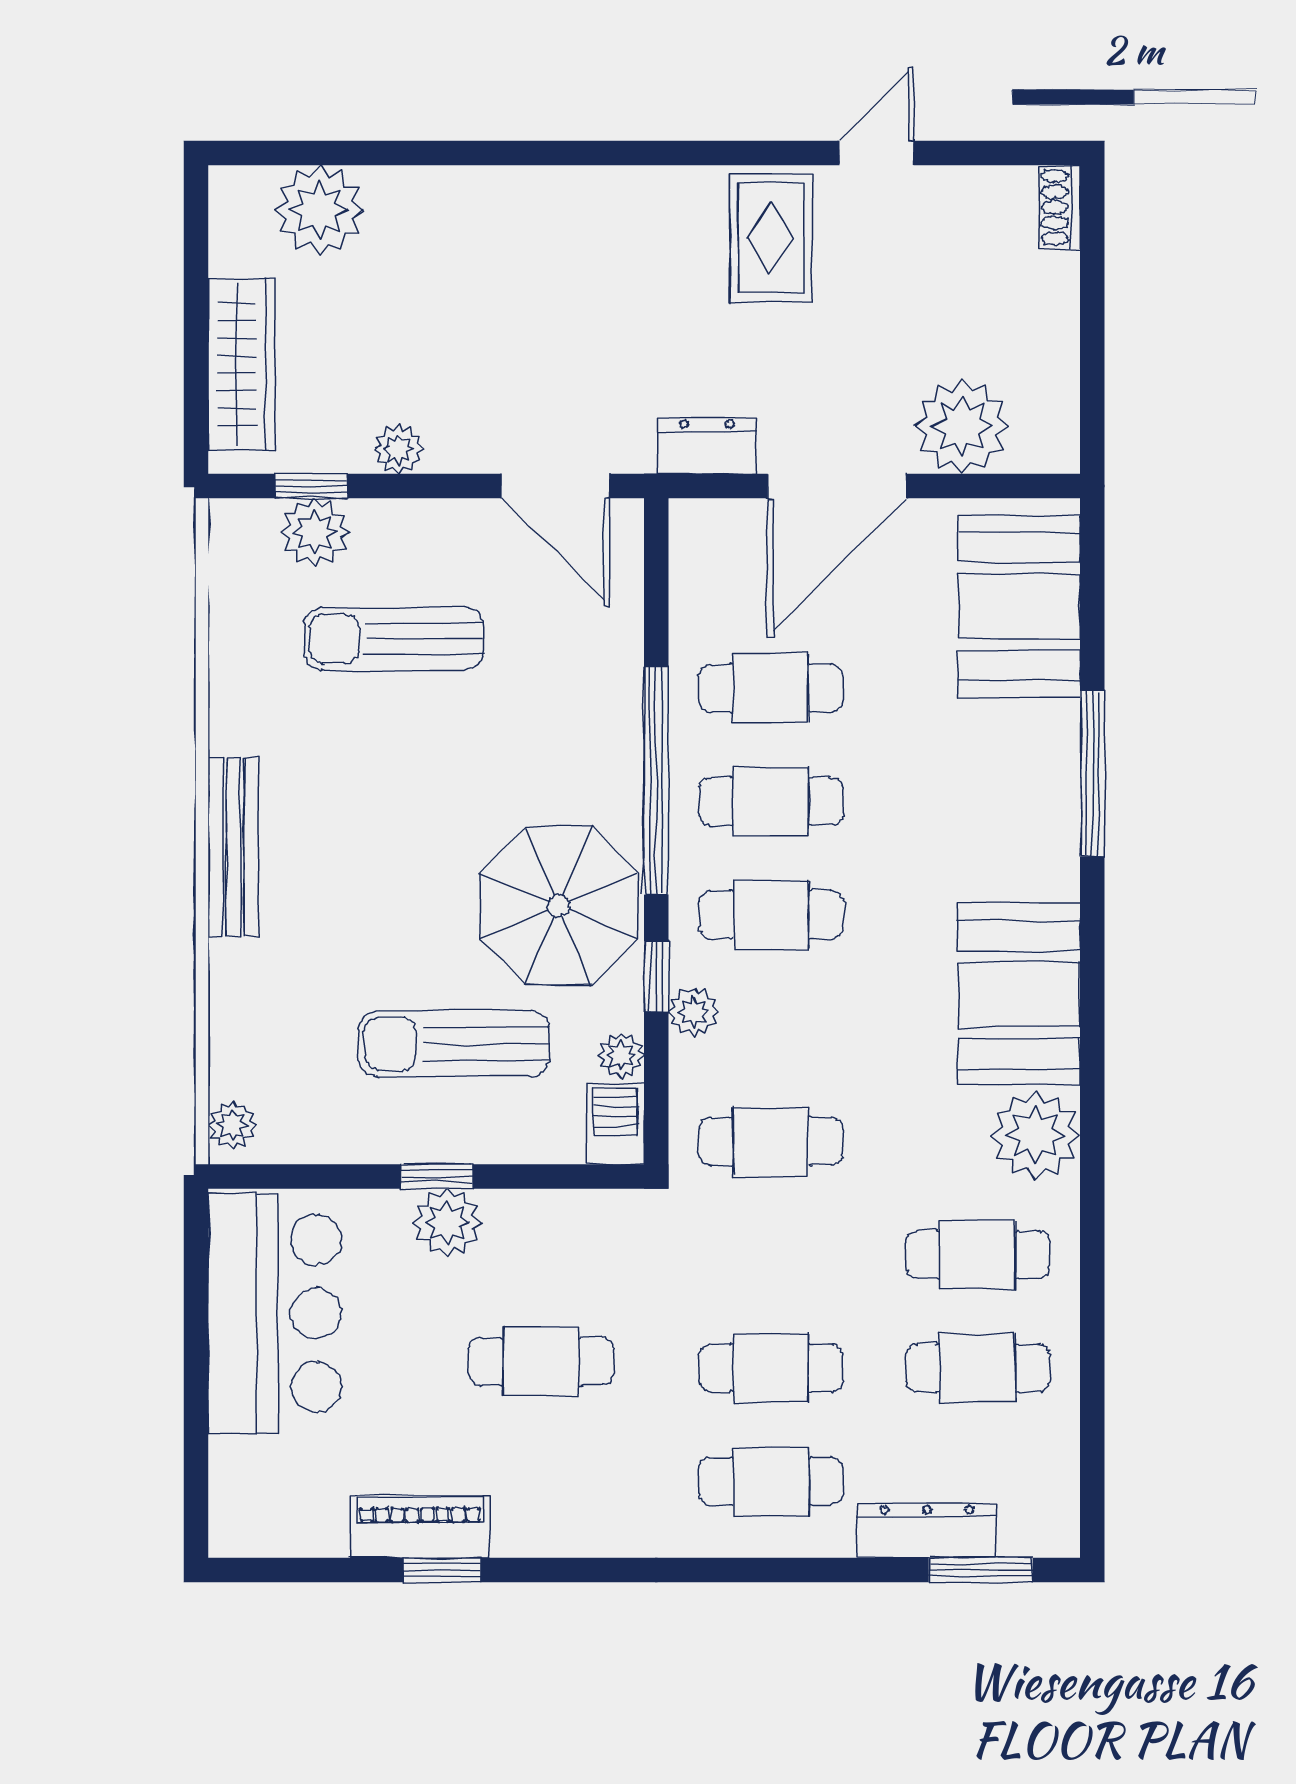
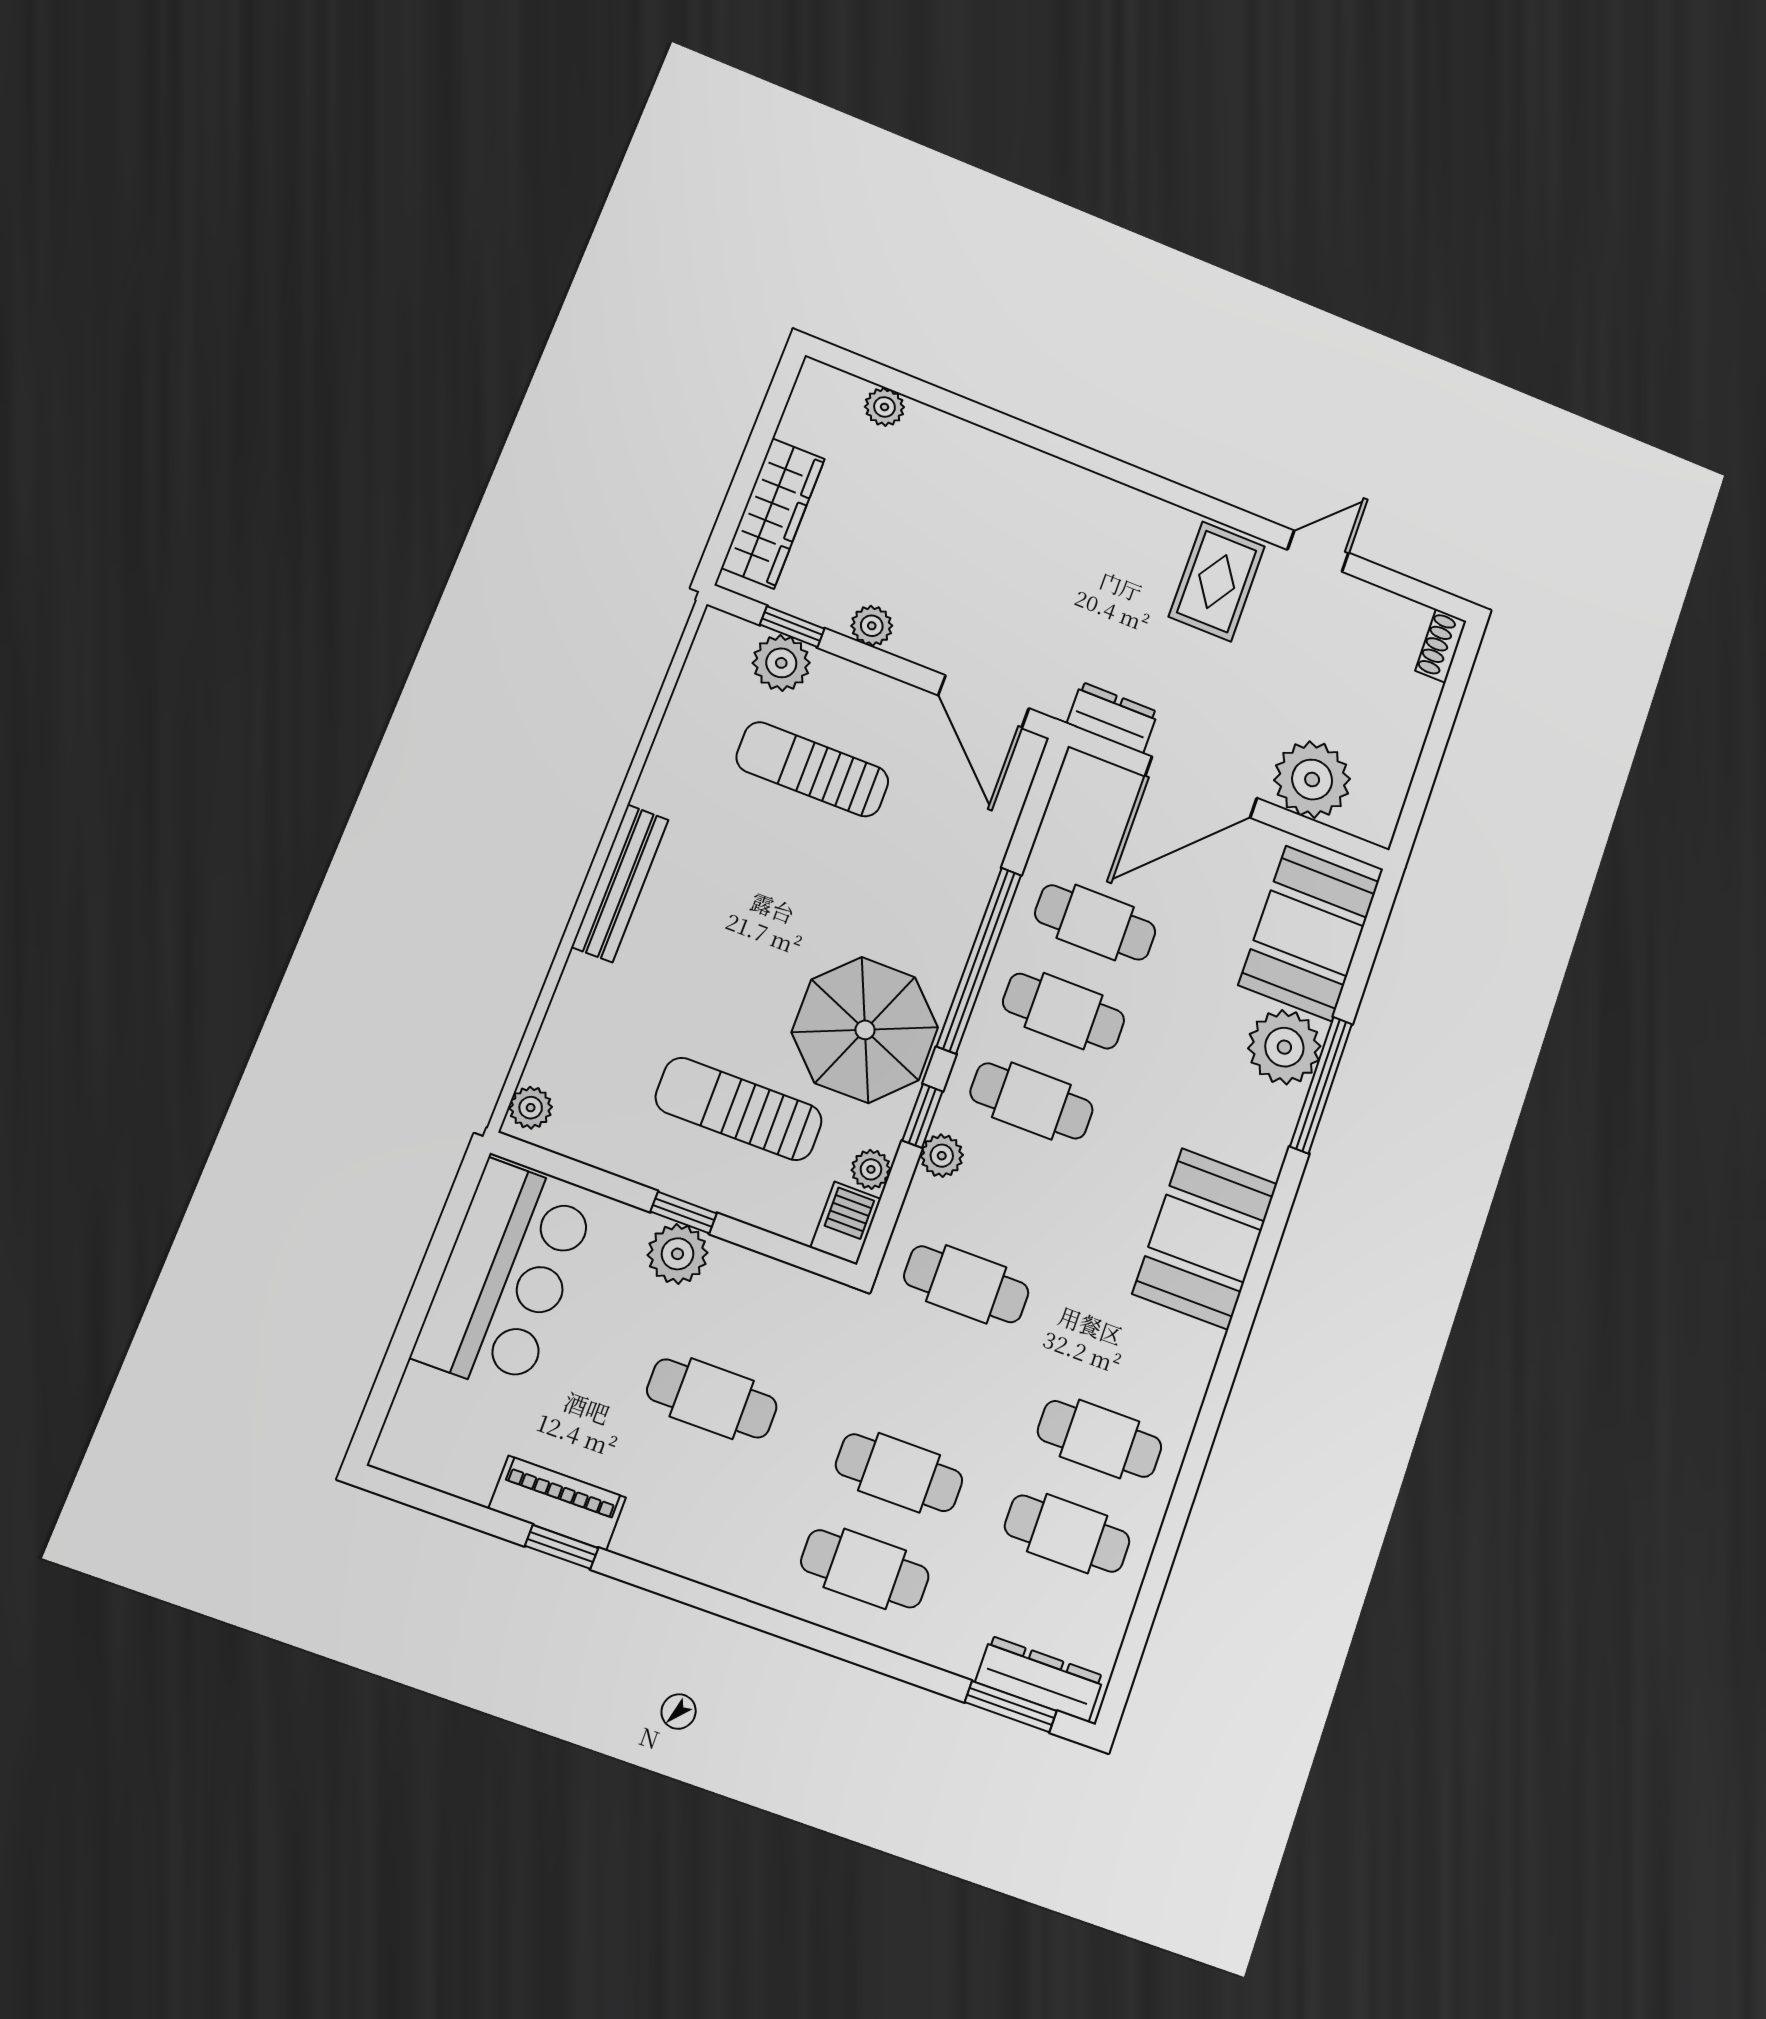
plant: (319, 210) -> (884, 407), width x0.53, depth x0.53
plant: (1035, 1135) -> (1284, 1047), moved
dresser: (927, 1531) -> (1040, 1679), moved

